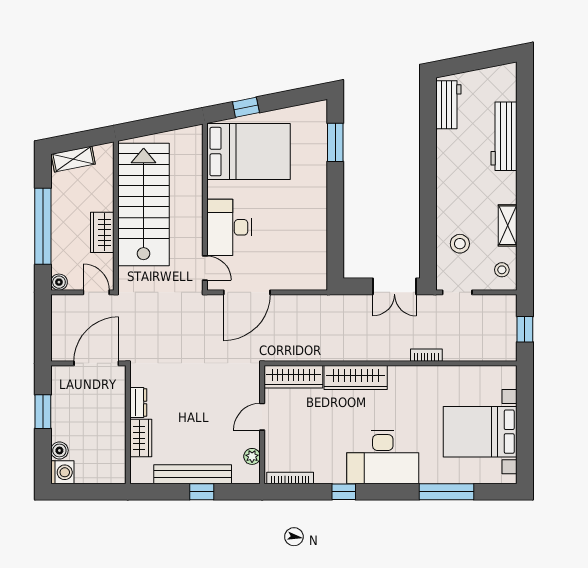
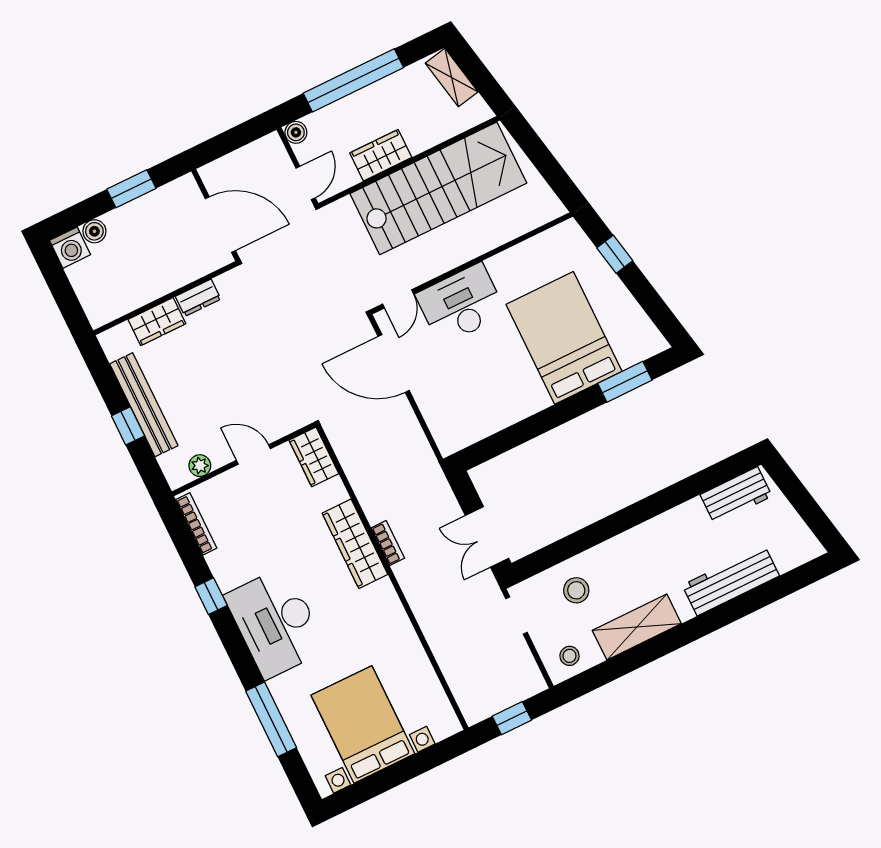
bed: (249, 152) -> (564, 338), moved, turned 180
shelving: (508, 225) -> (637, 627), width x1.50, depth x1.33
bookcase: (426, 355) -> (388, 543), moved
wardrobe: (293, 377) -> (314, 457), width x0.67

